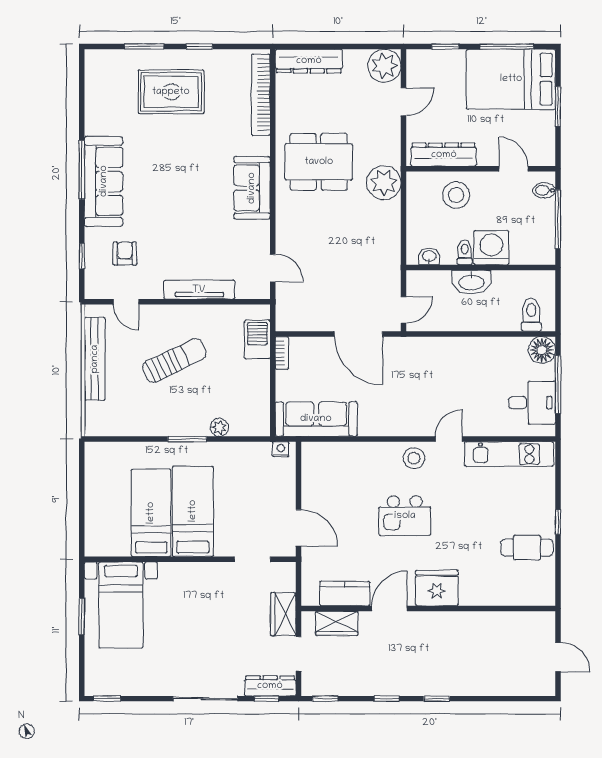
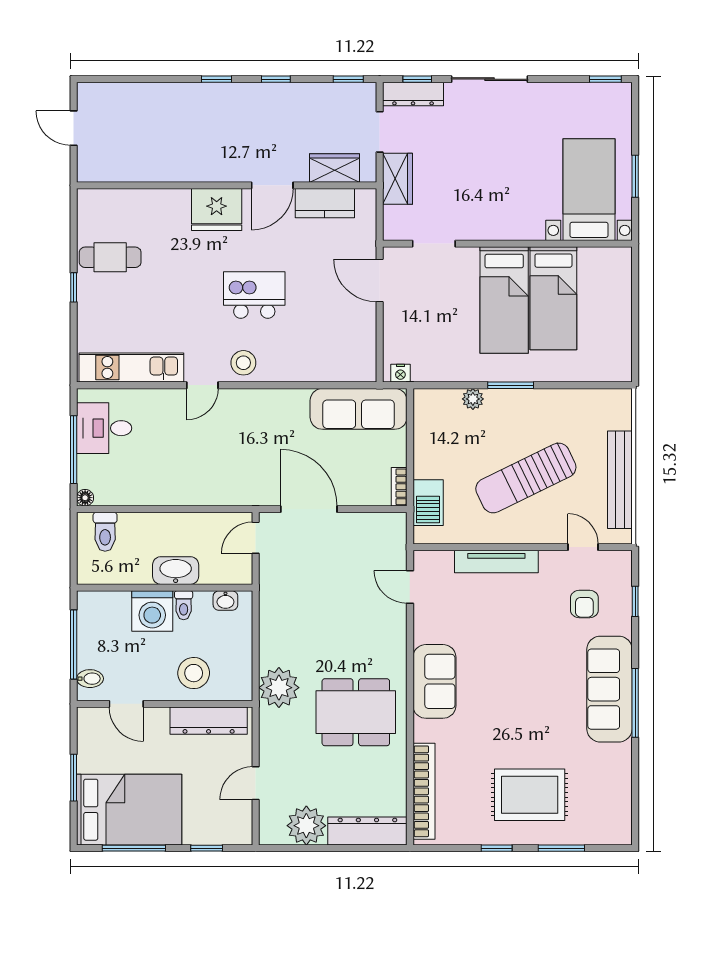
plant: (384, 66) -> (306, 826), moved
floor lamp: (542, 350) -> (85, 498), width x0.53, depth x0.53
sun lounger: (174, 360) -> (526, 478), width x1.36, depth x1.34

